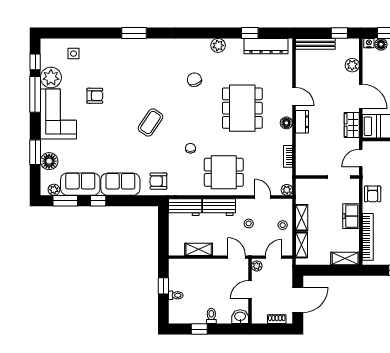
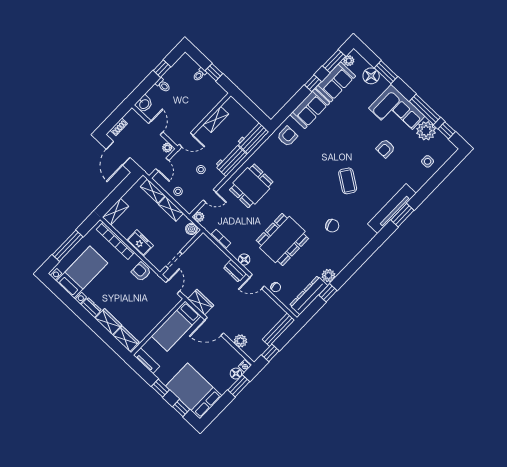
plant: (218, 45) -> (328, 276), moved
tv unit: (137, 46) -> (392, 209), added
dining table: (242, 108) -> (282, 240), turned 90
coffee table: (151, 123) -> (348, 181), moved
chair: (190, 148) -> (276, 287), moved
boiler: (302, 187) -> (191, 229), added

